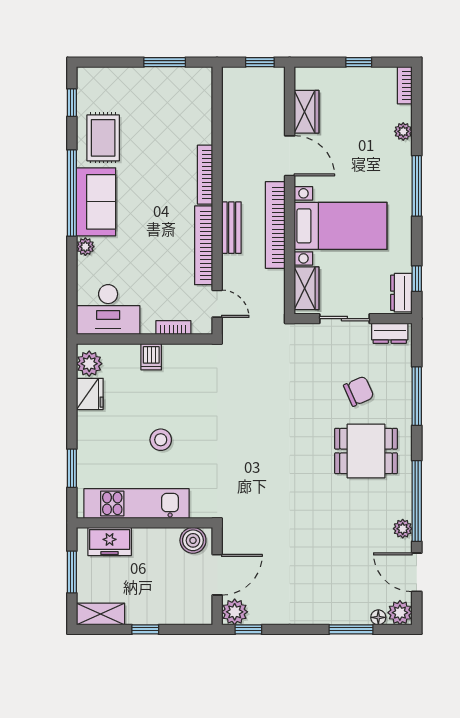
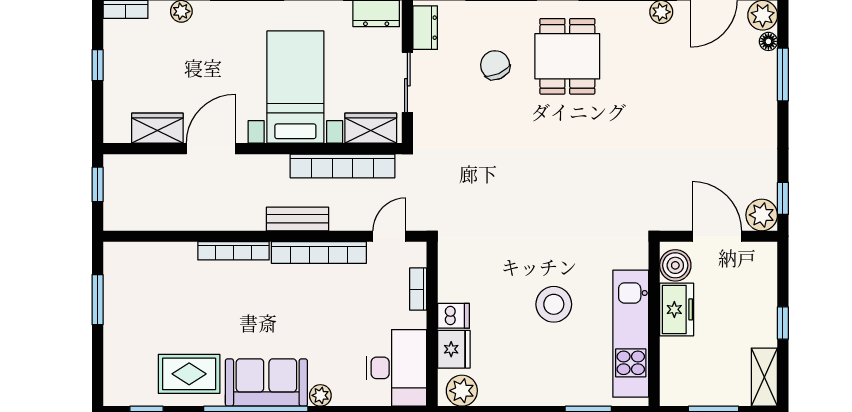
bookcase: (275, 225) -> (343, 166), moved
fridge: (90, 394) -> (454, 349), moved, turned 90
stool: (161, 440) -> (554, 304), width x1.38, depth x1.38
freezer: (110, 541) -> (677, 309), moved

